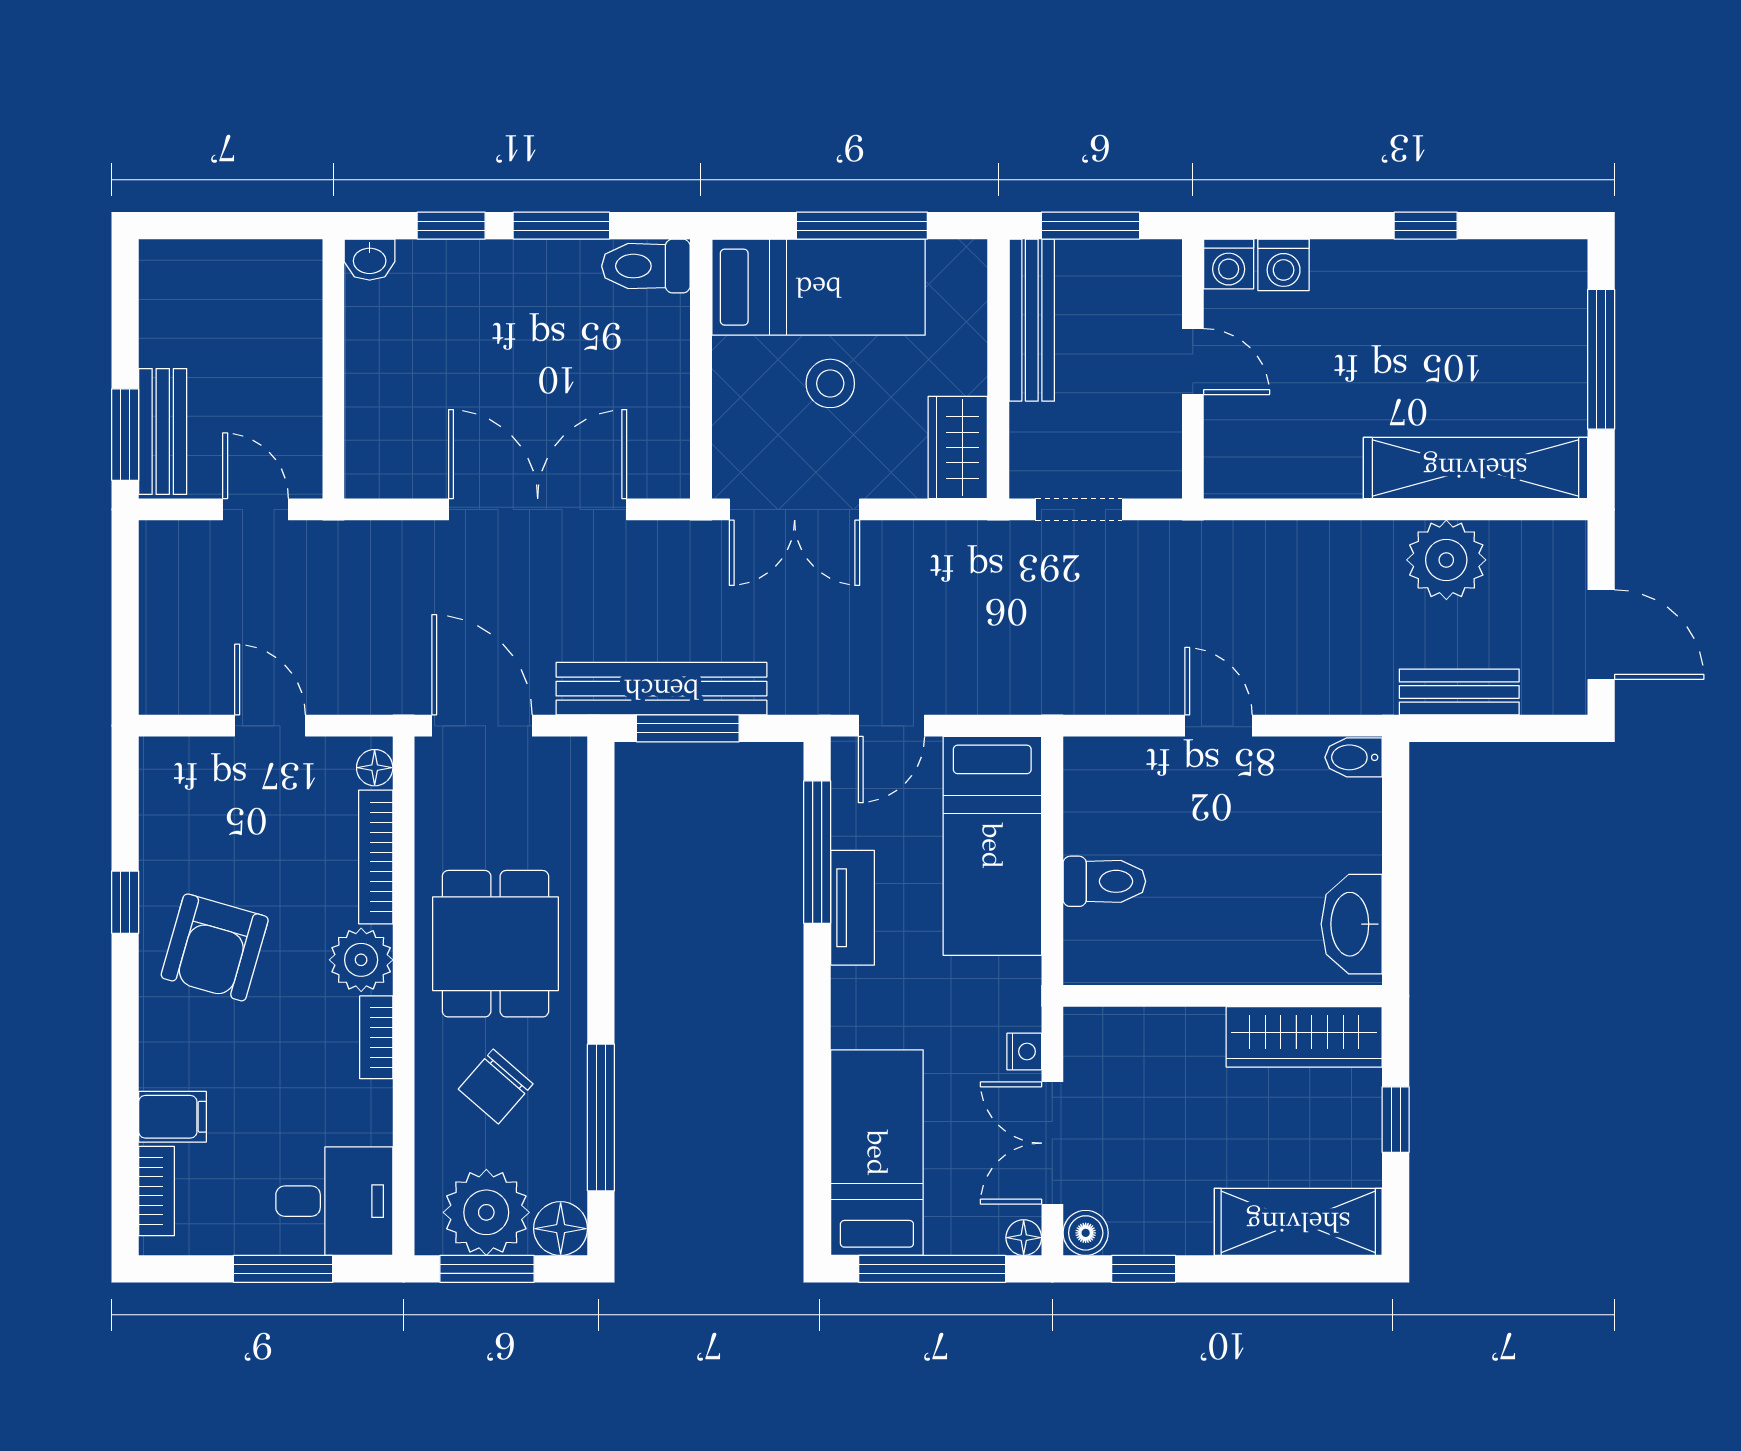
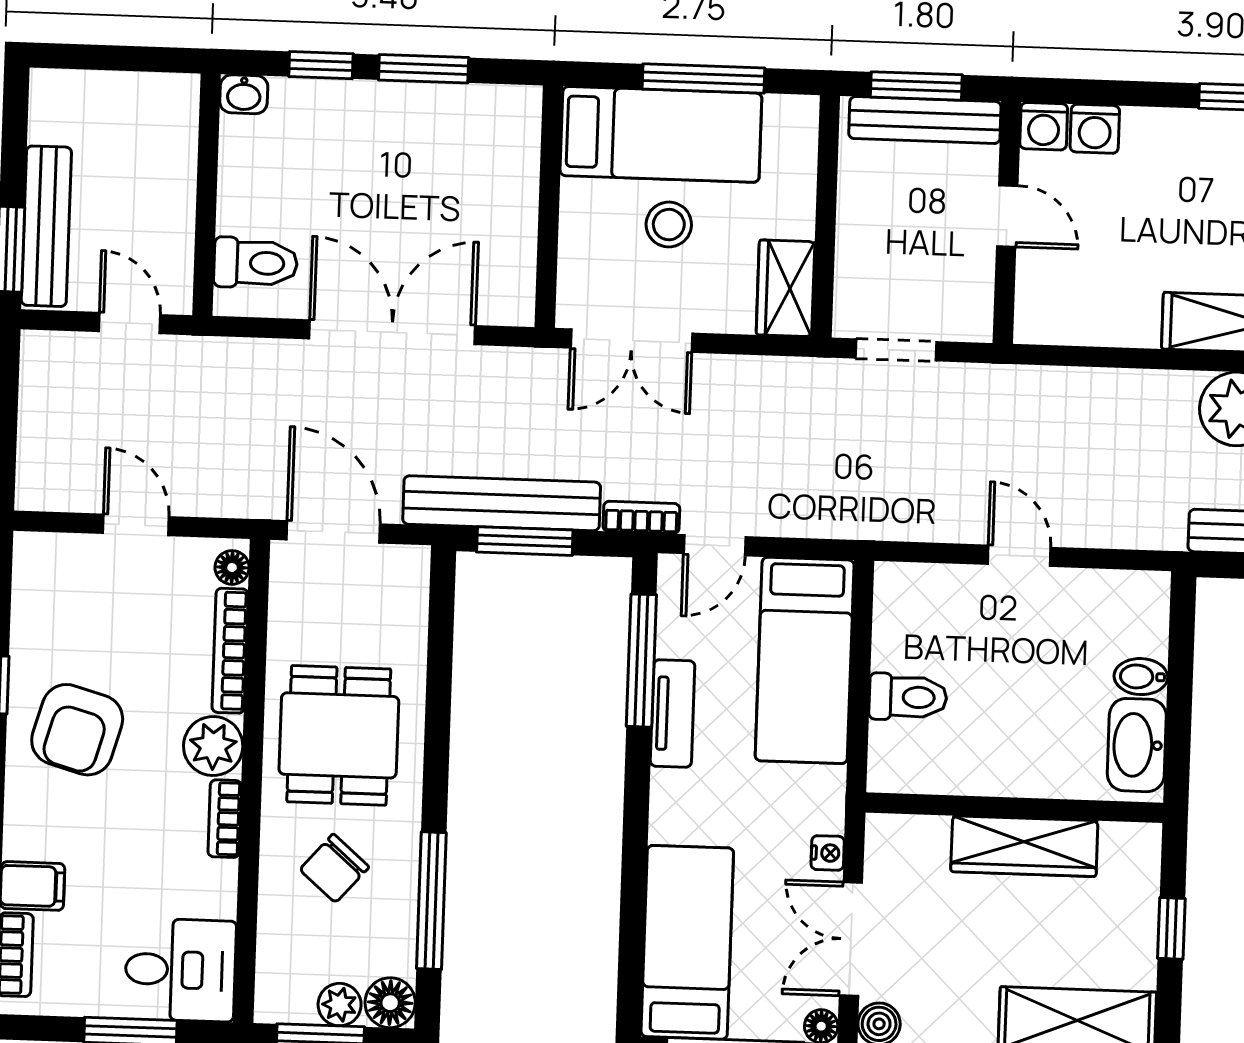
toilet: (646, 266) -> (256, 263), moved, turned 180
bench: (1032, 320) -> (925, 120), moved, turned 90
bench: (163, 431) -> (46, 226), width x1.36
bookcase: (812, 699) -> (641, 517), added
bidet: (1353, 757) -> (1141, 677), moved
wardrobe: (1304, 1037) -> (1024, 846), moved
plant: (486, 1212) -> (340, 1005), width x0.53, depth x0.53

